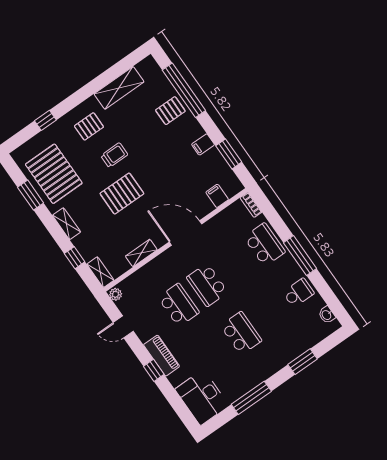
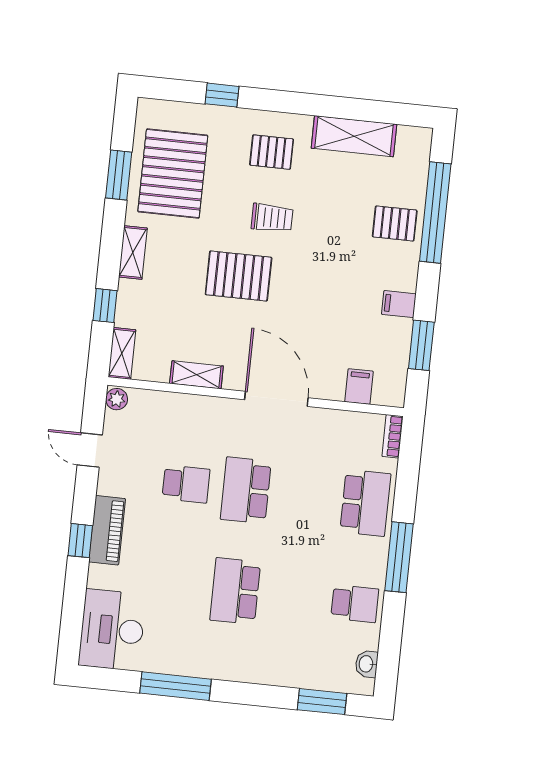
school desk: (179, 305) -> (186, 484), width x0.54
school desk: (241, 333) -> (235, 591), turned 180
window: (303, 362) -> (322, 702), moved

